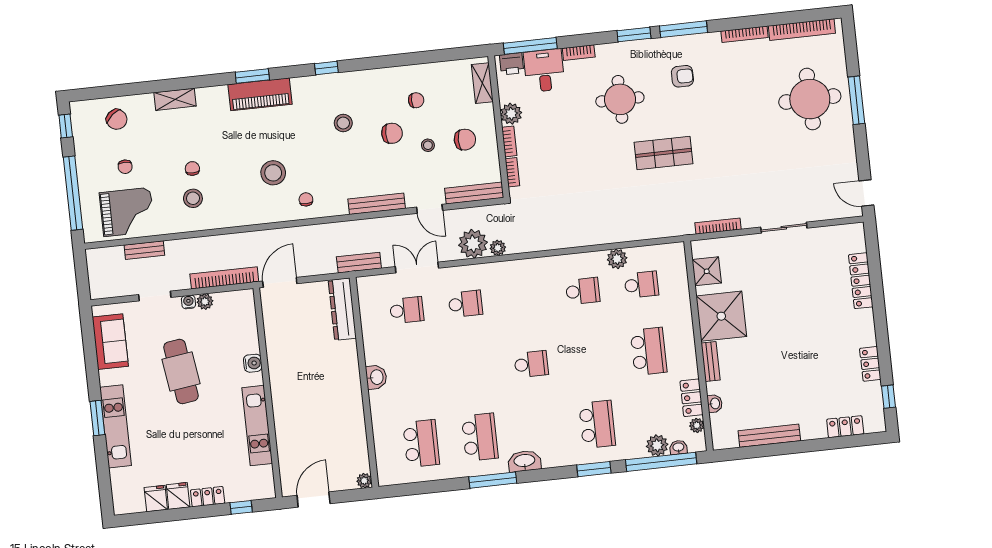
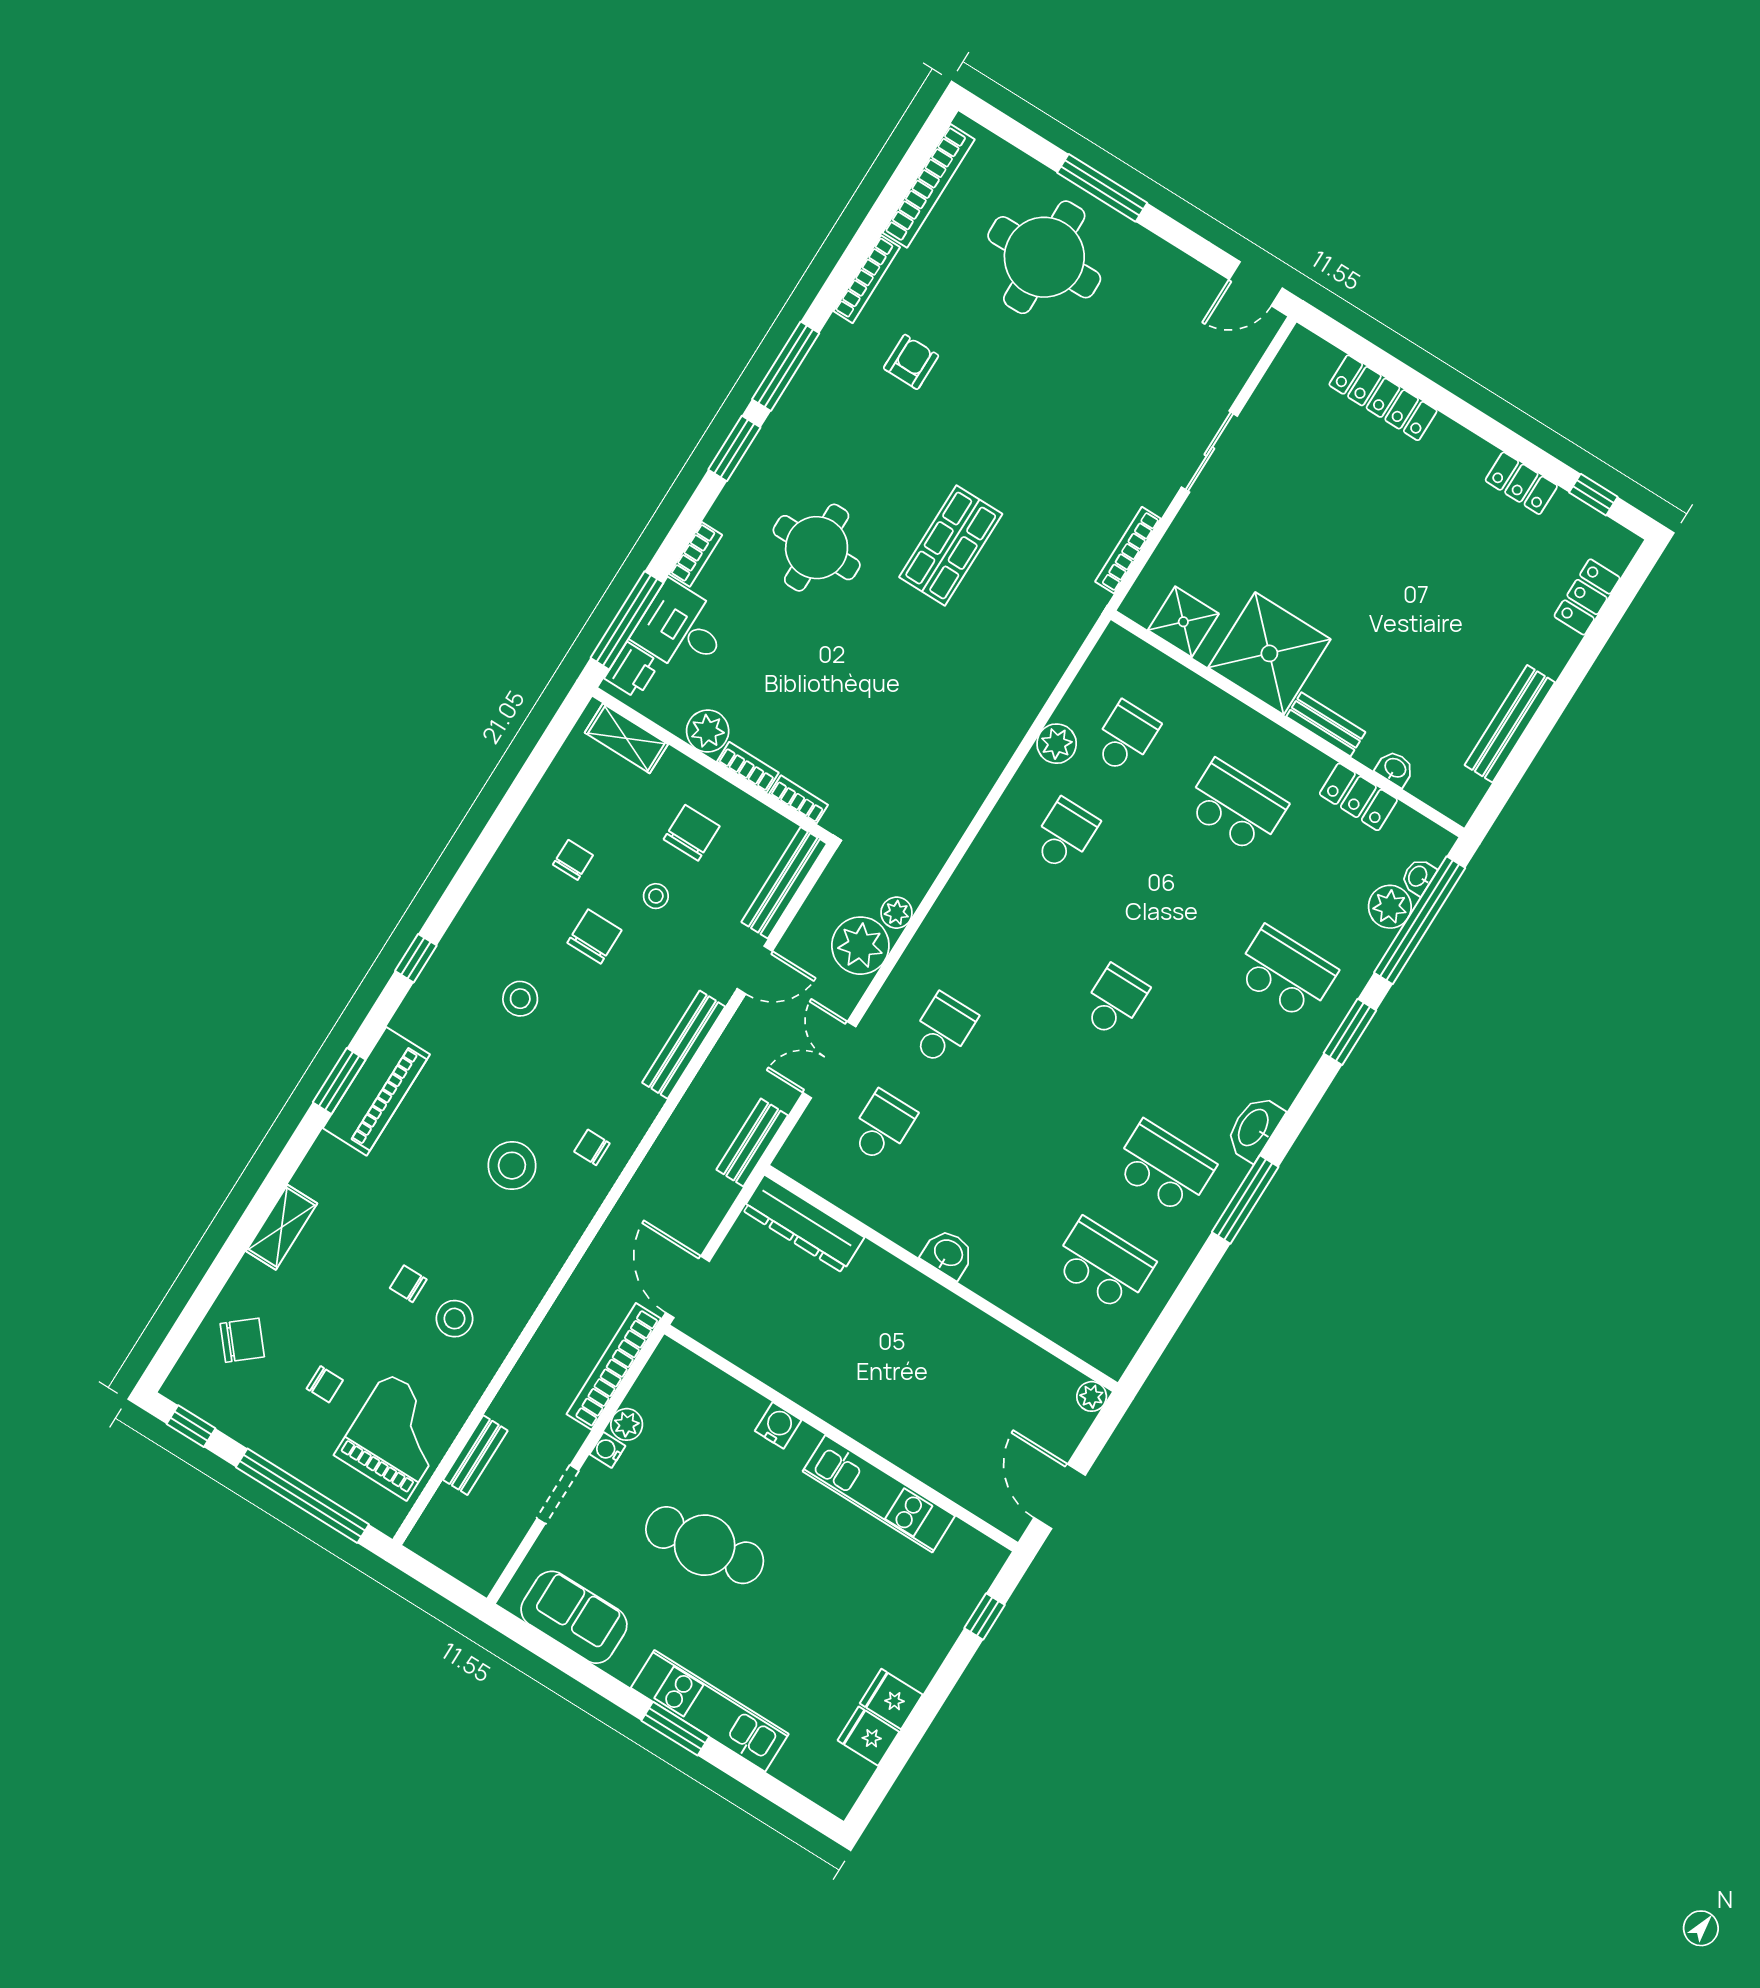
armchair: (682, 76) -> (911, 362), moved
plant: (697, 425) -> (1407, 822), removed
locker: (208, 497) -> (928, 1655), removed

